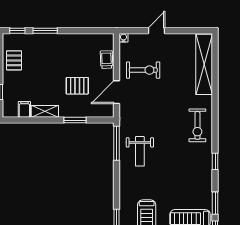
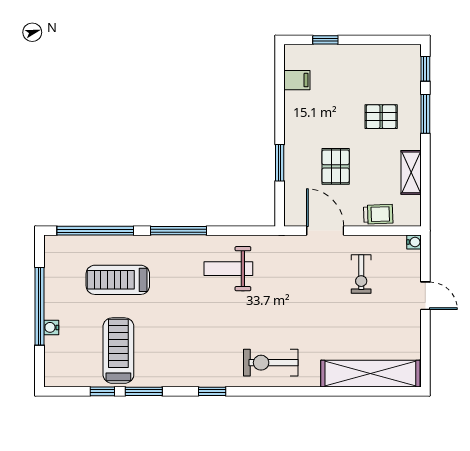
pallet: (14, 60) -> (381, 117), moved
exercise bike: (143, 70) -> (361, 274), width x0.73, depth x0.72
shelving: (45, 111) -> (411, 172), moved
window: (117, 143) -> (178, 231), moved

